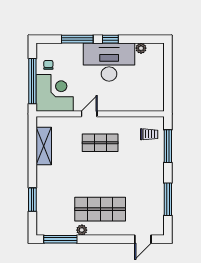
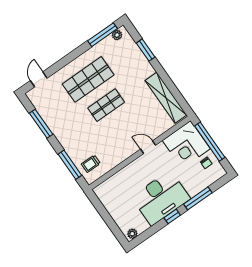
plant: (141, 48) -> (132, 234), moved
door: (89, 114) -> (148, 147), swing flipped
shop shelf: (100, 143) -> (106, 105), moved
shelving: (44, 146) -> (166, 98), width x1.47
plant: (82, 230) -> (117, 35), moved

